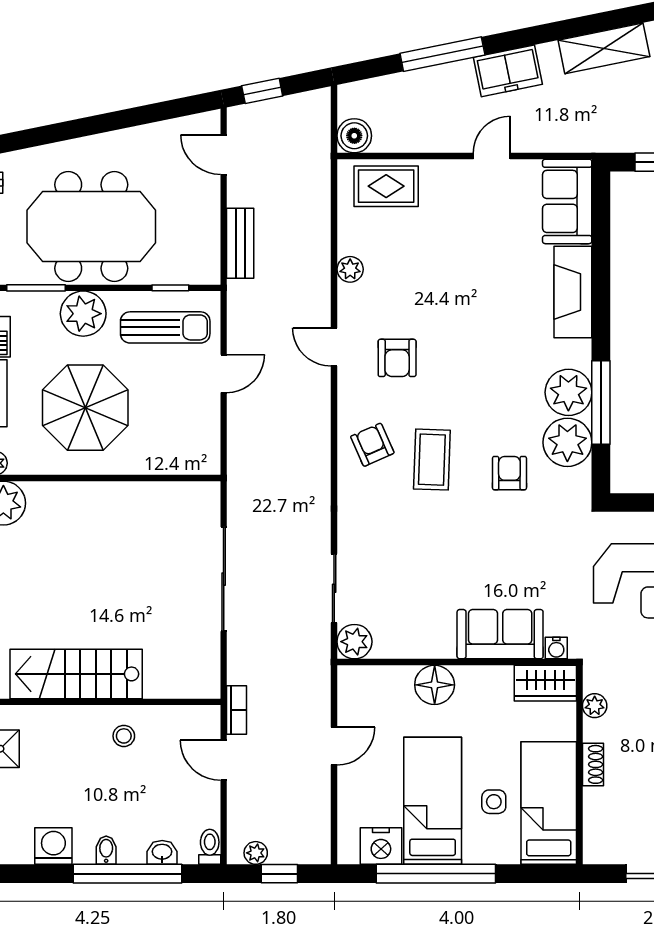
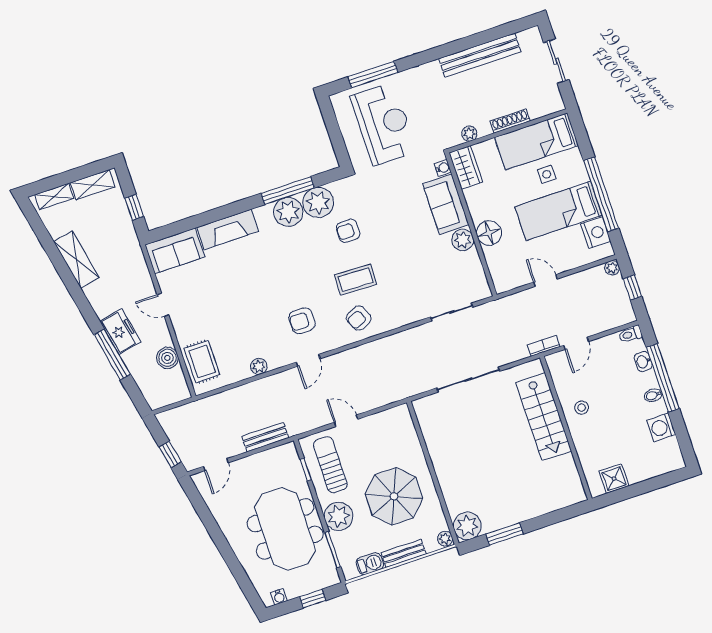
freezer: (508, 71) -> (120, 332), moved
boiler: (354, 136) -> (167, 358), moved
armchair: (397, 358) -> (302, 321), turned 180
plant: (354, 642) -> (463, 240), moved
stairs: (76, 674) -> (544, 417), moved
shoe rack: (593, 764) -> (510, 121), width x1.43
plant: (256, 853) -> (612, 268), moved

